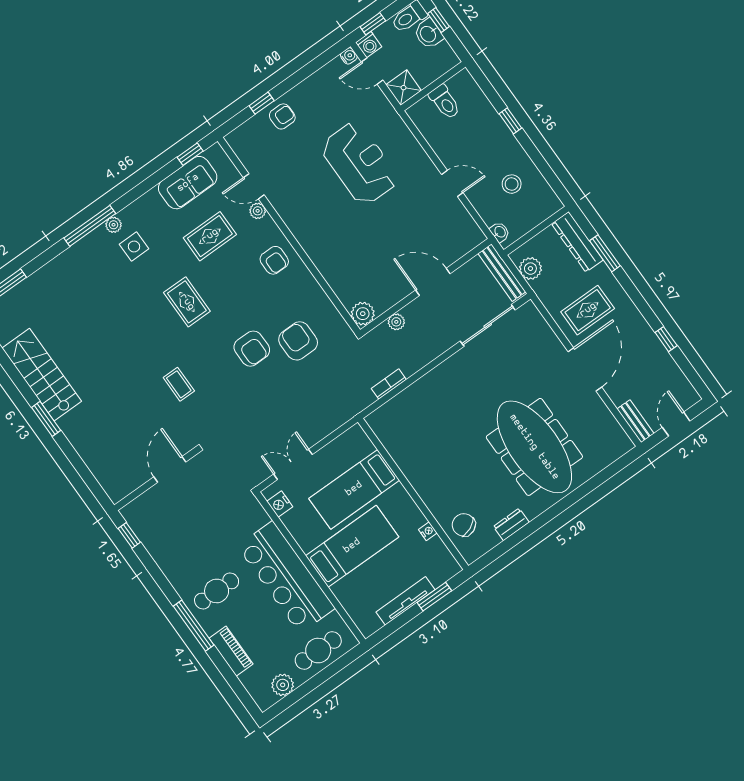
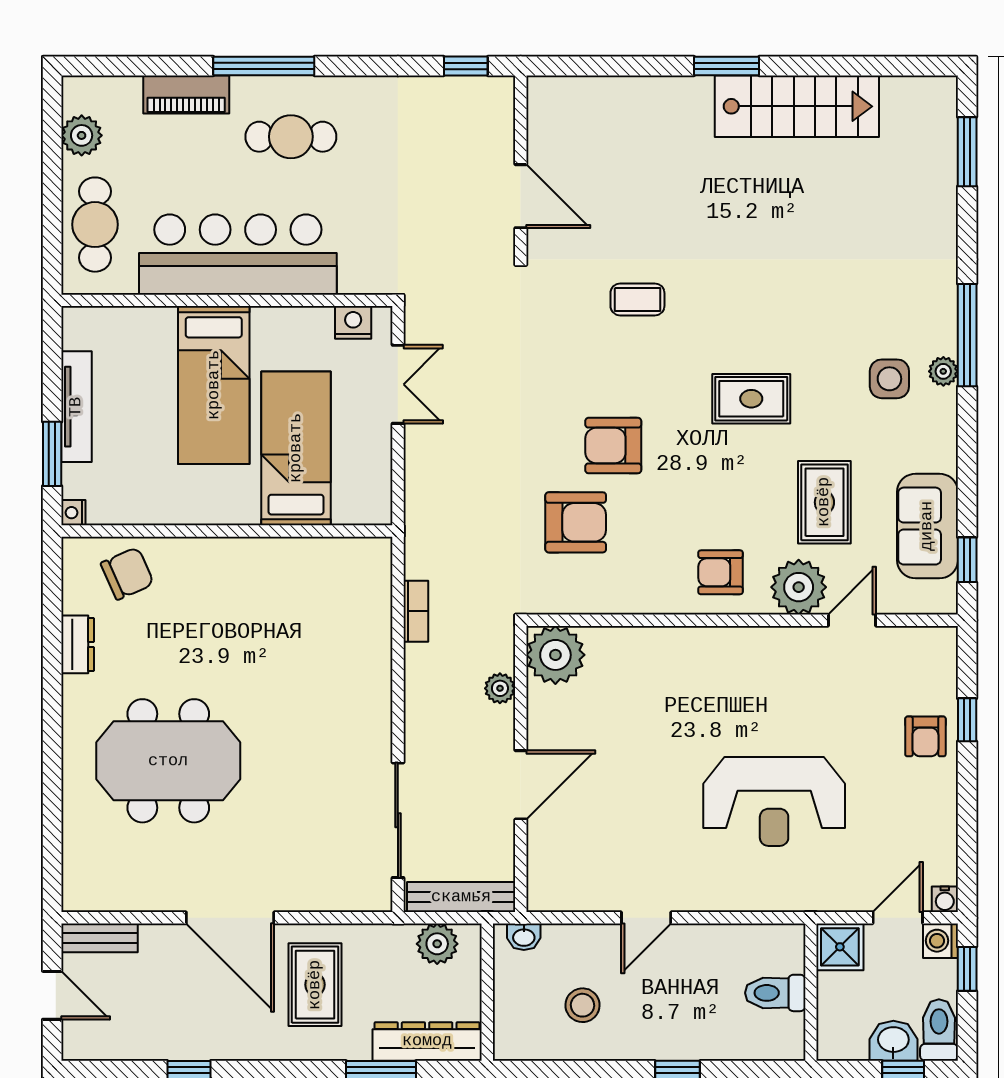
plant: (258, 211) -> (799, 587), width x1.88, depth x1.88
plant: (363, 314) -> (555, 655), width x1.36, depth x1.36
meeting table: (534, 447) -> (168, 761), width x0.73
nightstand: (428, 531) -> (73, 513), moved, turned 90
cafe table: (217, 591) -> (291, 137), turned 90

